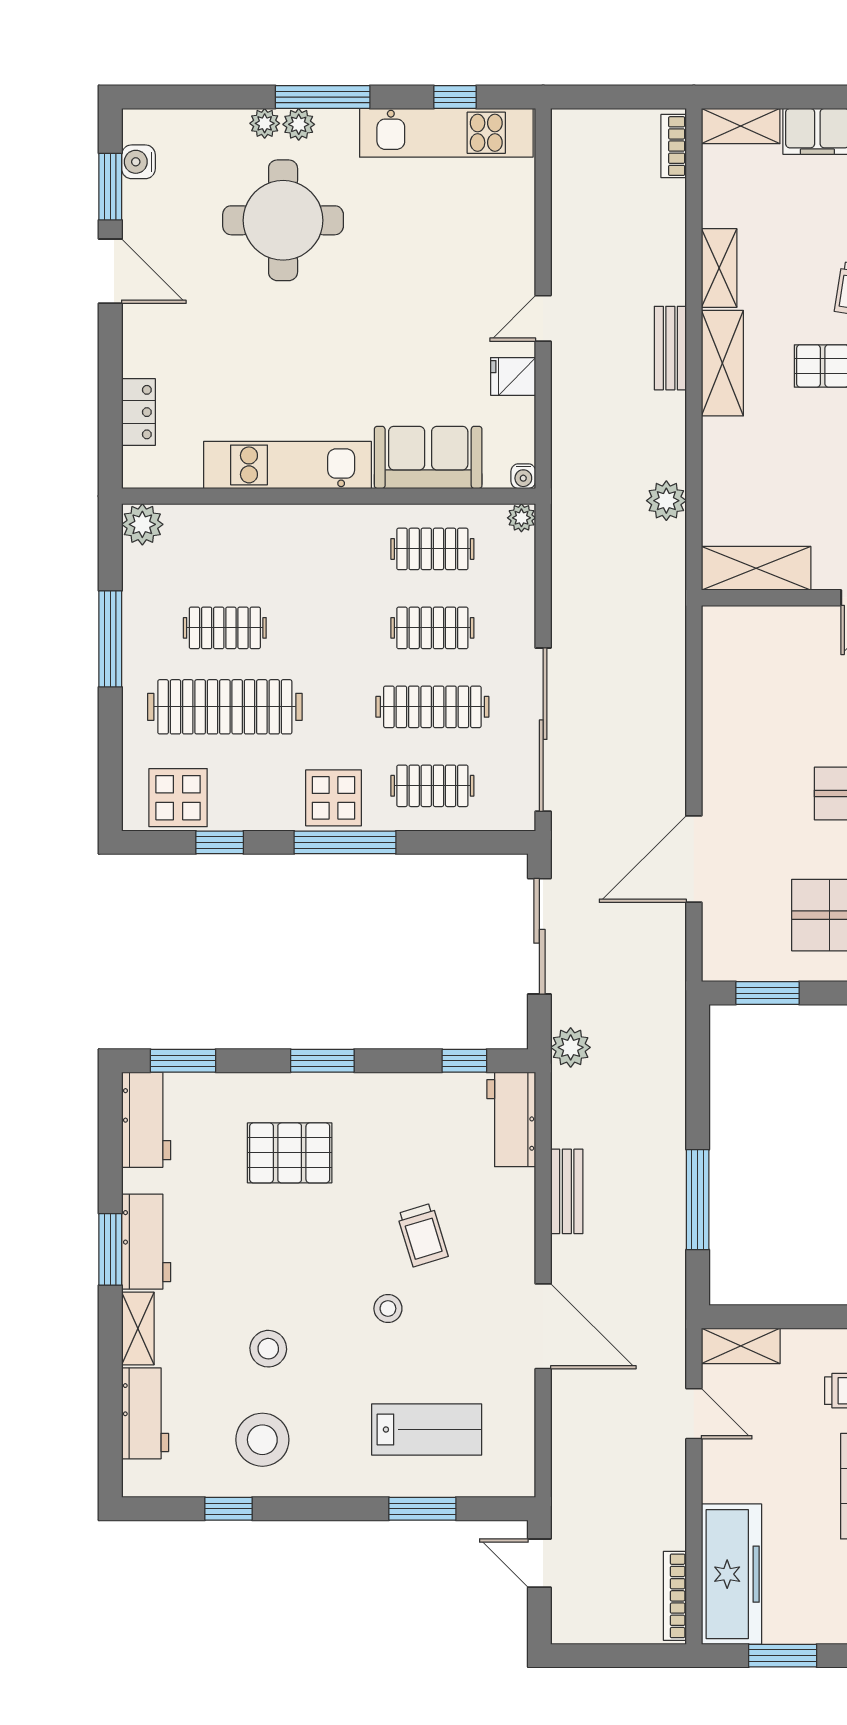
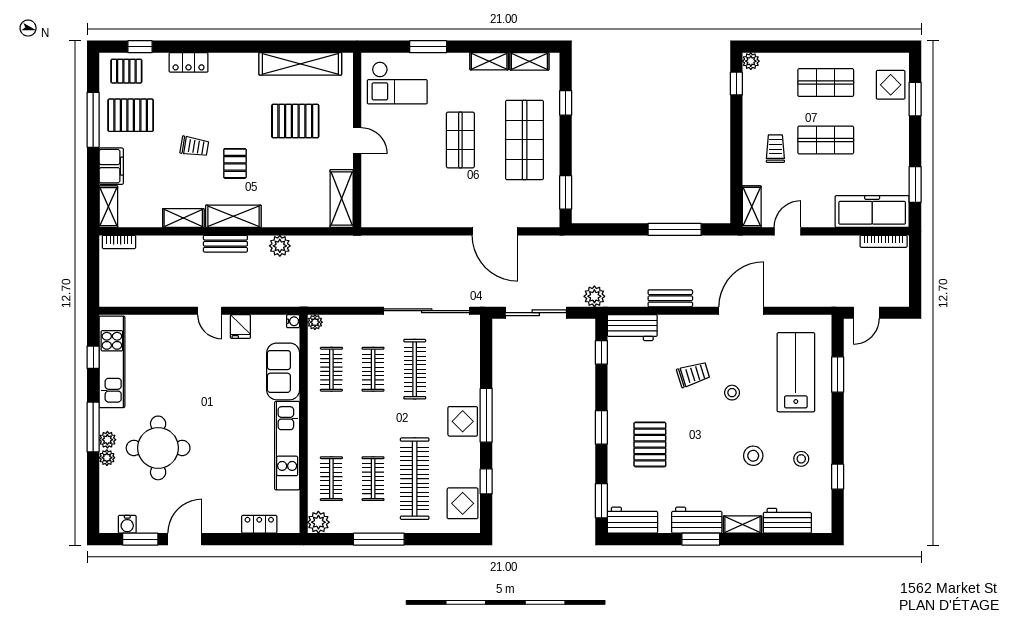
plant: (666, 501) -> (280, 246), moved
clothes rail: (432, 786) -> (331, 479), moved
lab bench: (427, 1430) -> (796, 372), width x1.36, depth x1.39
stool: (262, 1440) -> (801, 459), width x0.53, depth x0.53

